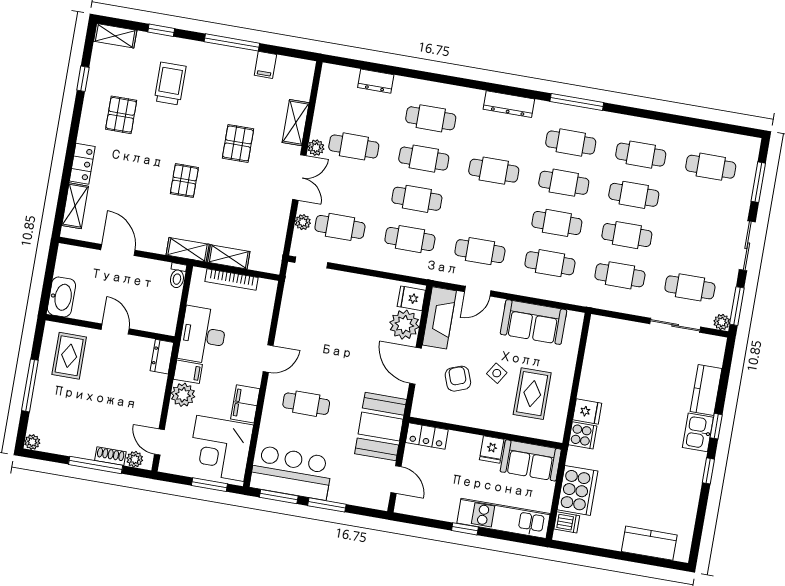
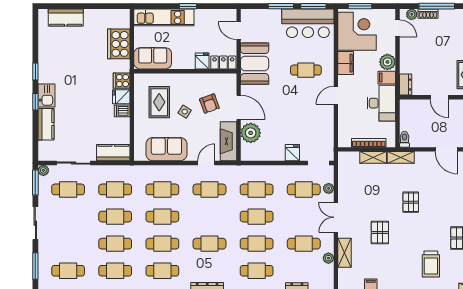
plant: (316, 148) -> (328, 258), moved
fridge: (411, 298) -> (292, 153), moved, turned -90
kitchen counter: (613, 330) -> (113, 153), added
fridge: (492, 450) -> (202, 61), moved
dishwasher: (567, 522) -> (122, 111), moved

